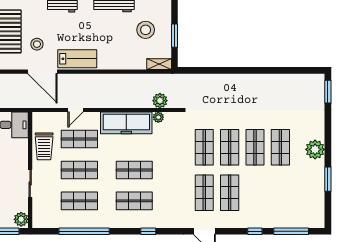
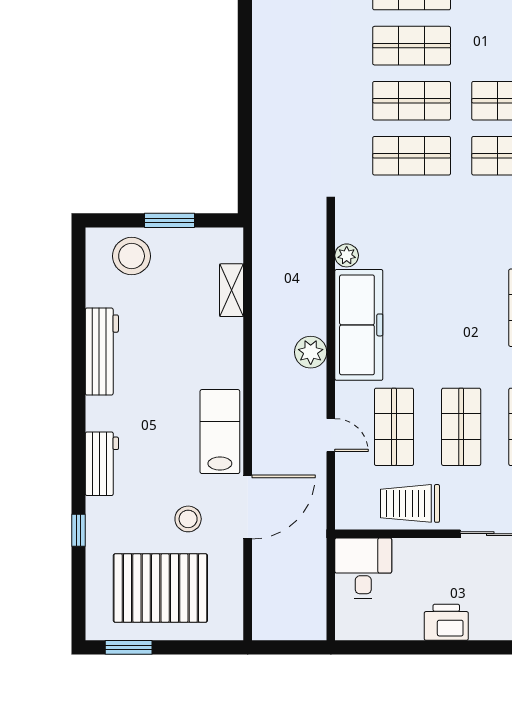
stool: (146, 30) -> (132, 256), moved
shelving: (159, 64) -> (232, 290), moved
plant: (160, 101) -> (311, 352), moved
trolley: (44, 146) -> (410, 503), turned 180
shop shelf: (134, 170) -> (461, 308), removed

